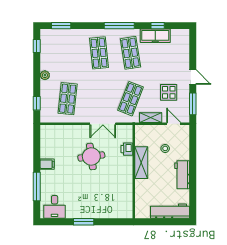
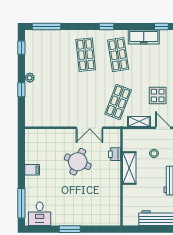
window: (61, 26) -> (47, 27), width x1.44
window: (119, 26) -> (107, 27), width x0.46
window: (158, 26) -> (161, 27), moved
shop shelf: (68, 99) -> (53, 102), removed
window: (37, 103) -> (21, 90), moved
round table: (91, 156) -> (78, 162), turned 31
window: (37, 186) -> (21, 203), moved

